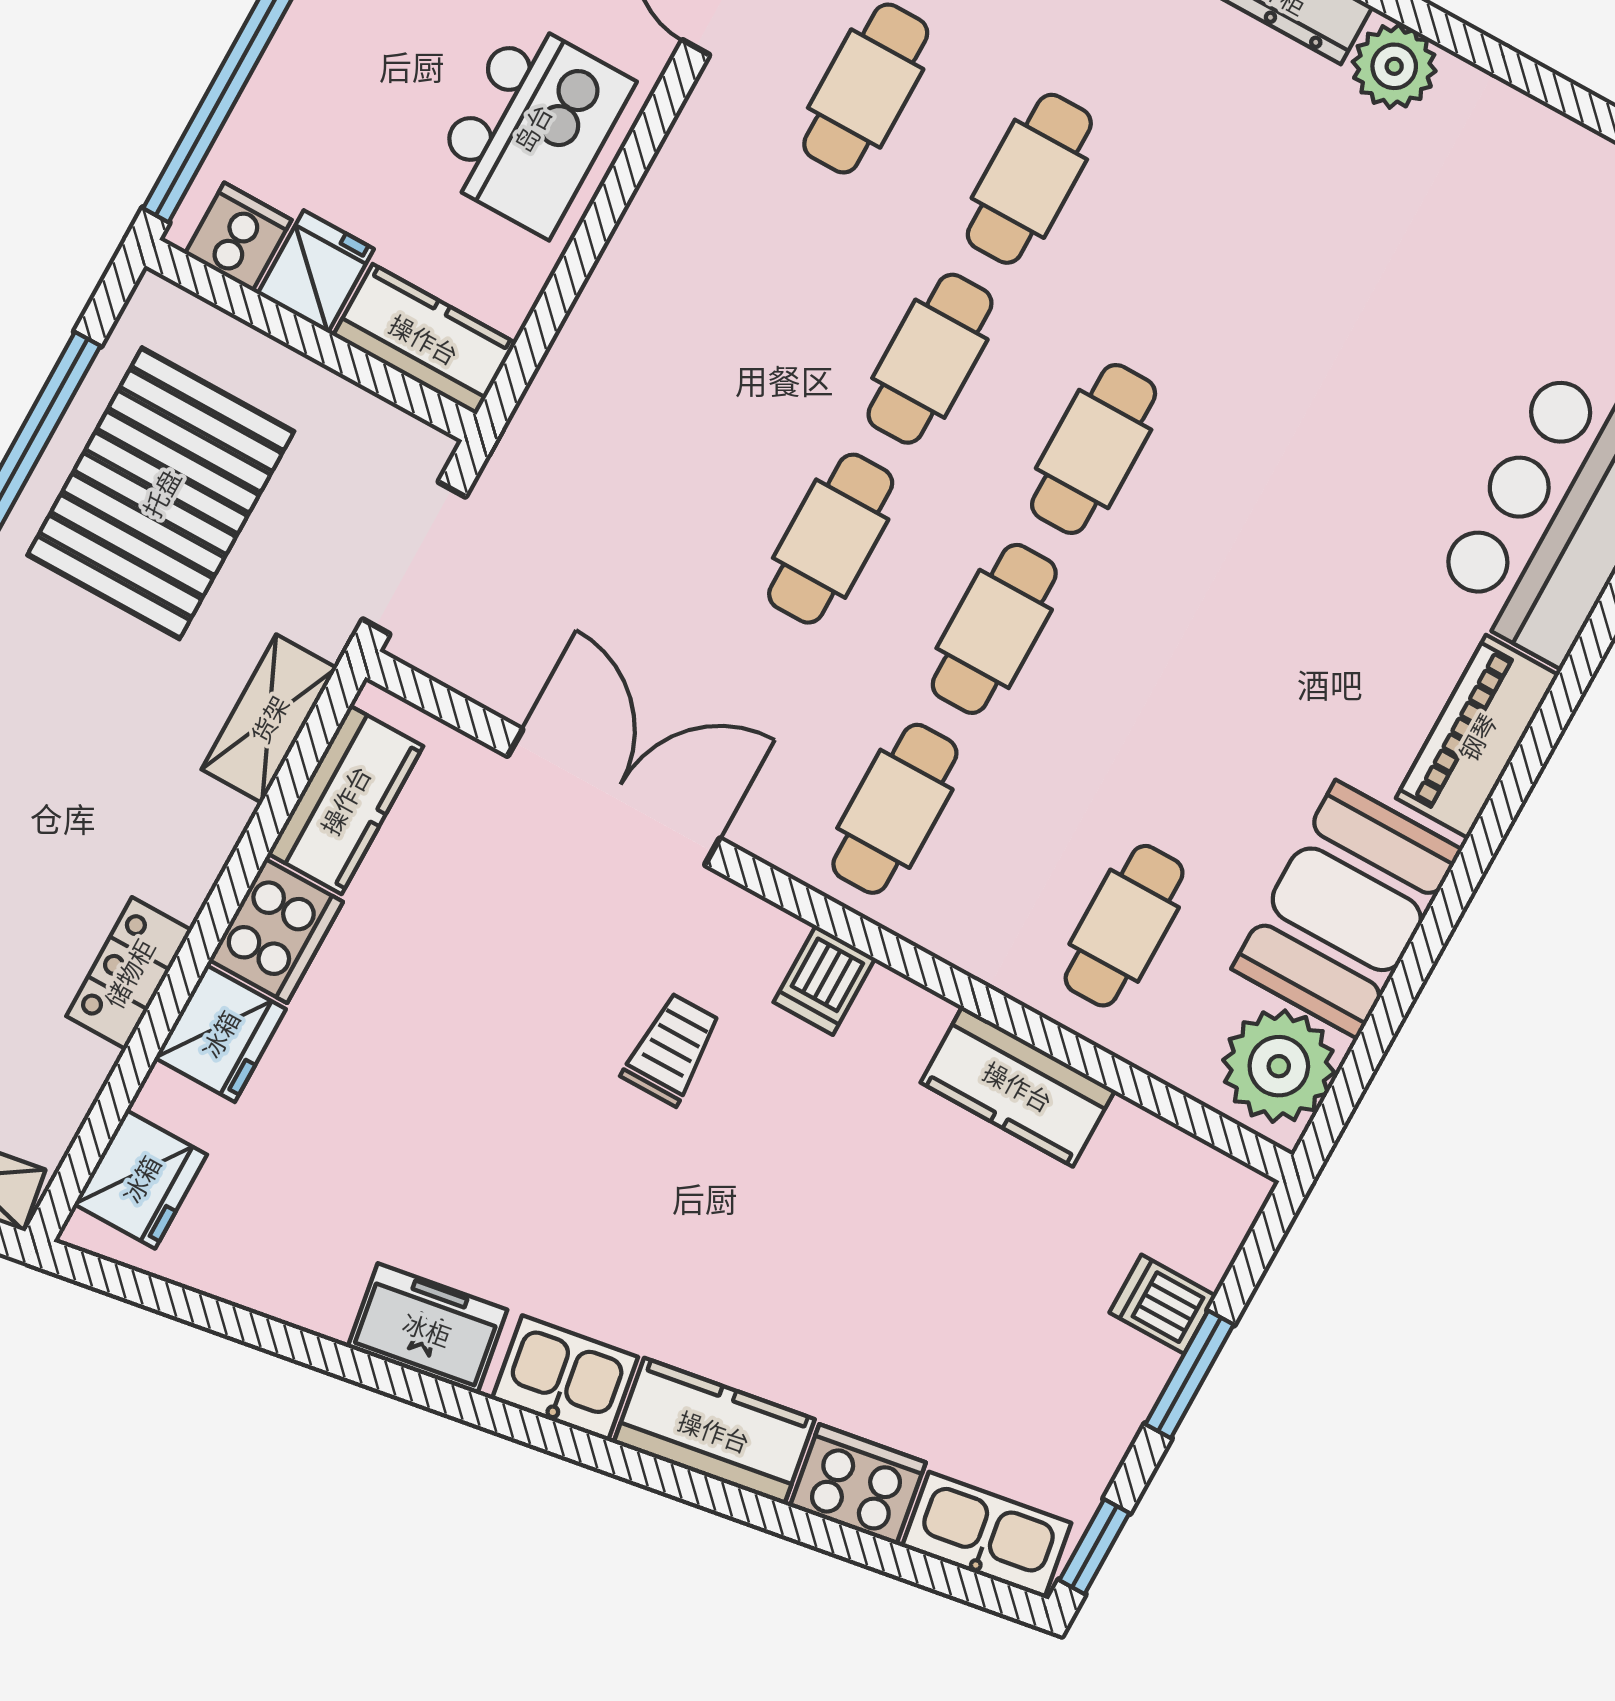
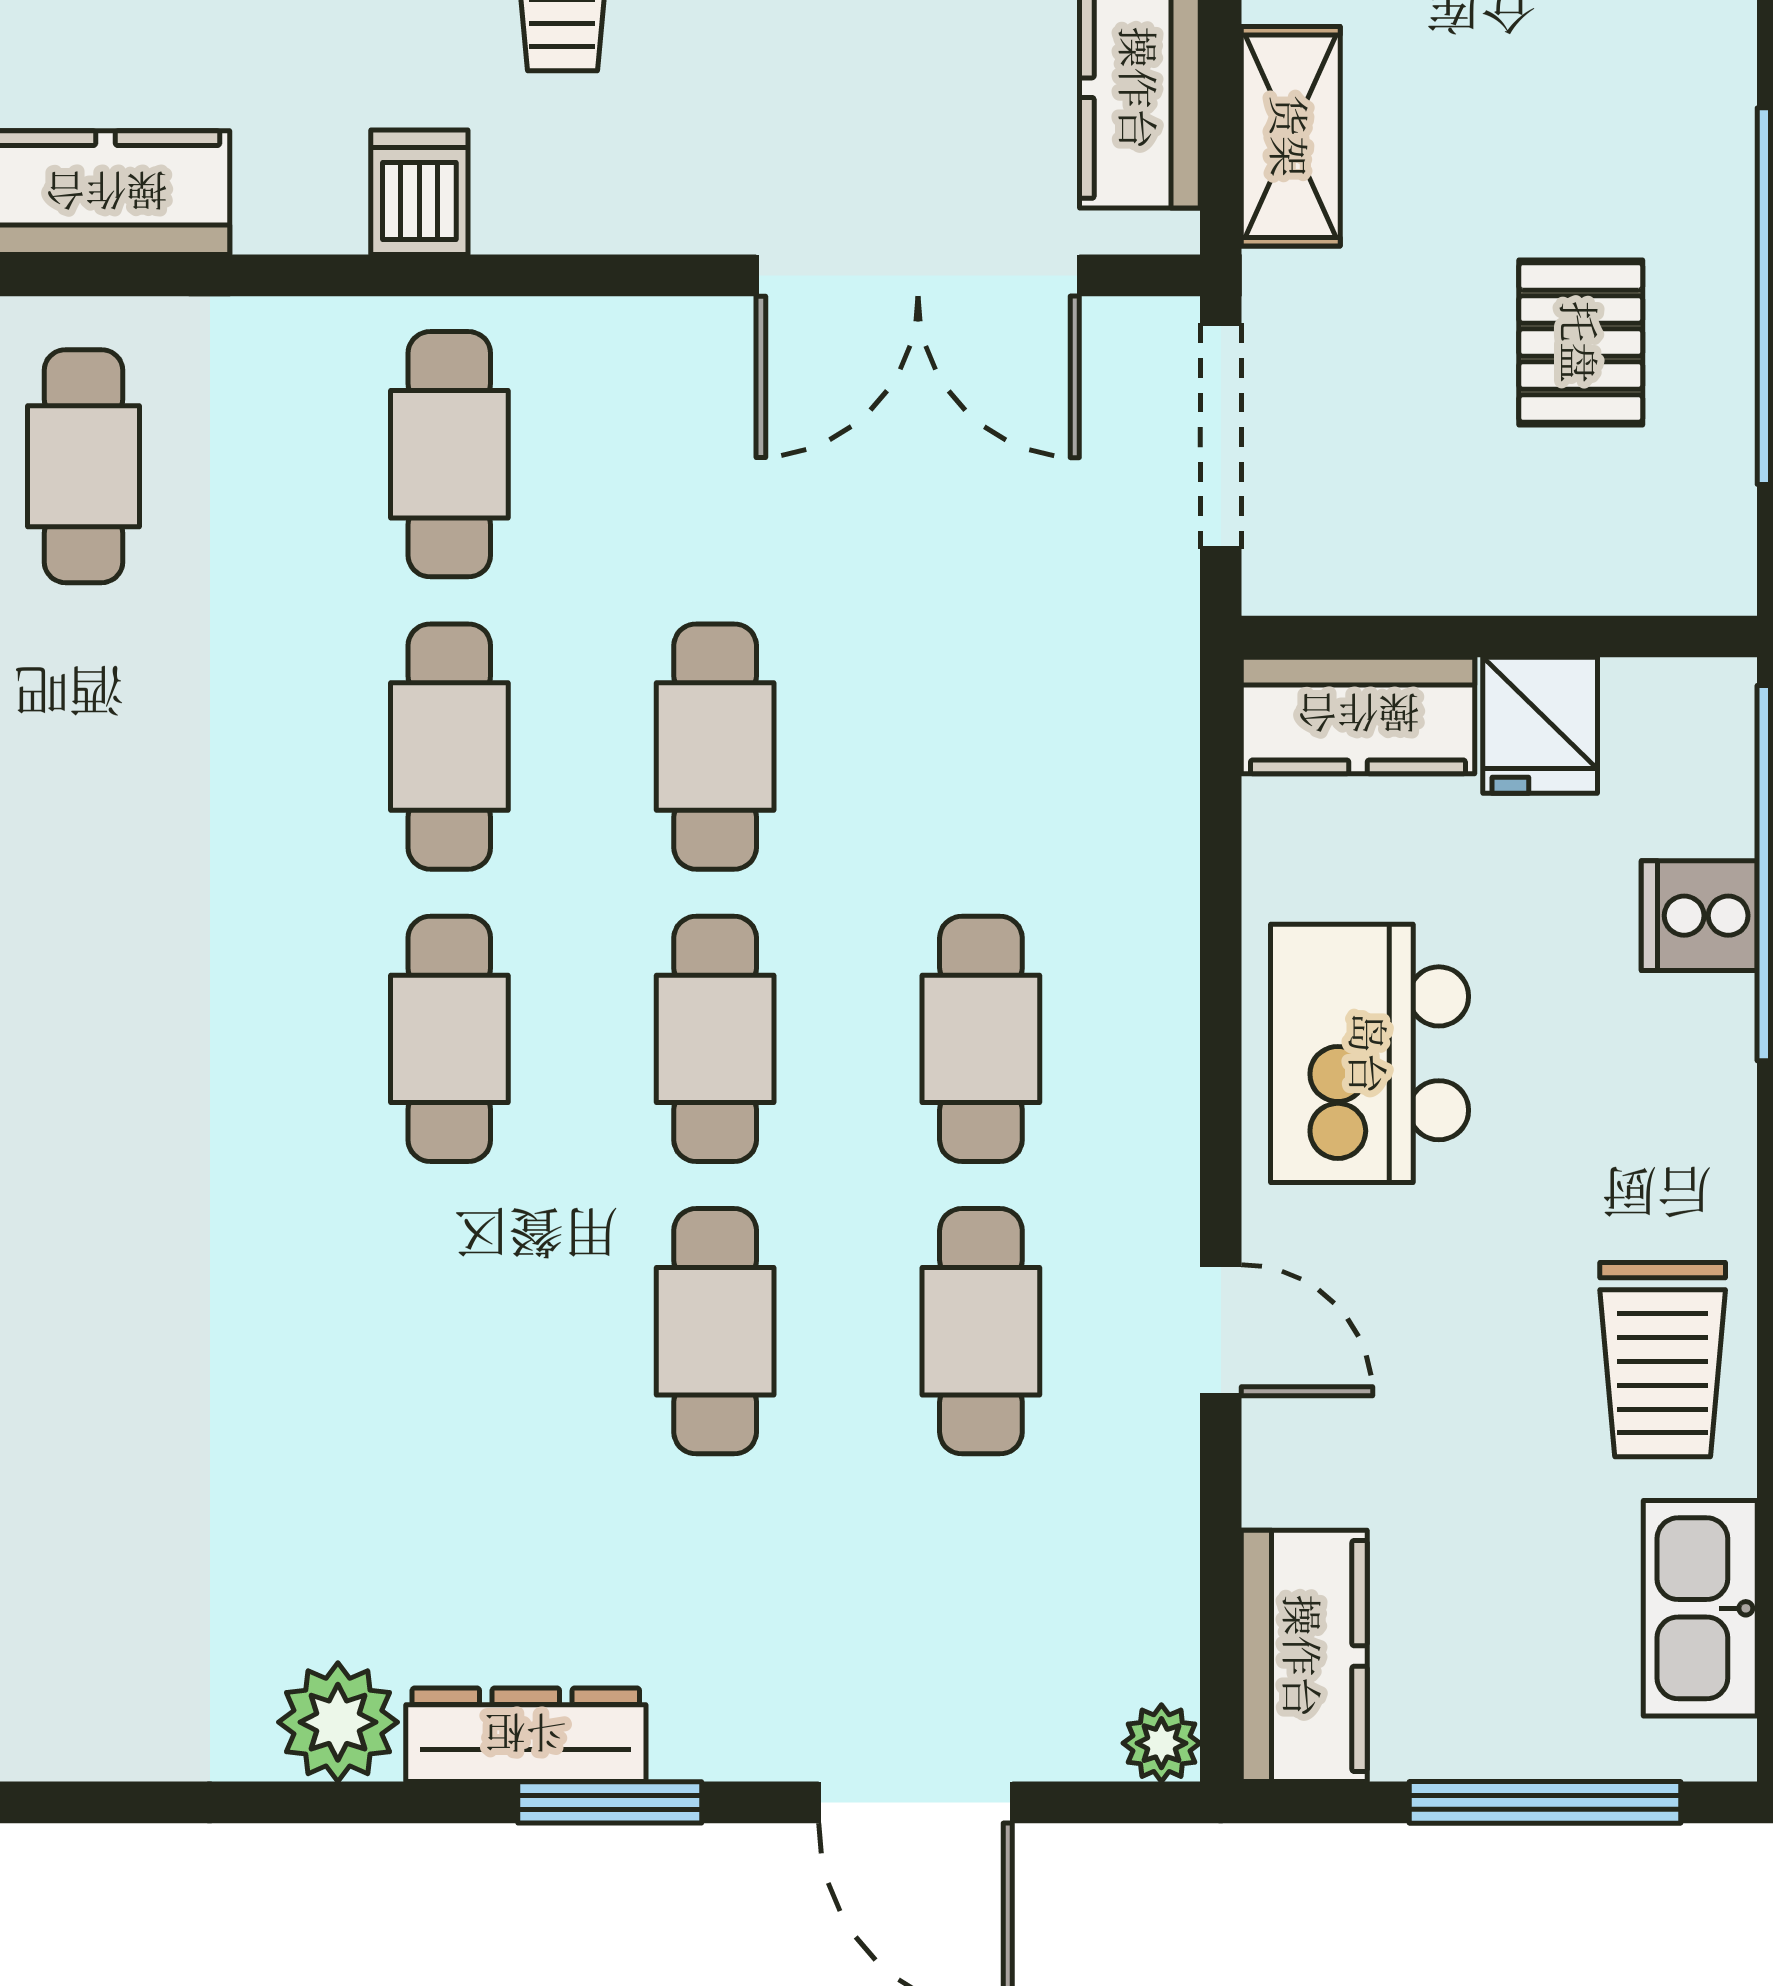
cooker: (238, 237) -> (1699, 916), moved, turned 90
cafe table: (766, 268) -> (981, 1039), added
pallet: (161, 493) -> (1581, 342), width x0.49, depth x0.50
double door: (614, 797) -> (918, 275), moved

